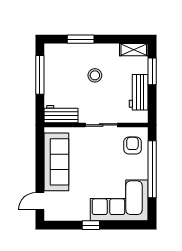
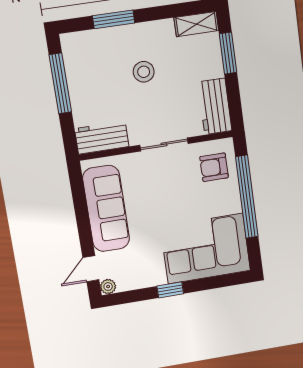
workbench: (139, 92) -> (215, 106), moved
armchair: (132, 146) -> (214, 167), turned -90
plant: (49, 216) -> (108, 287), added

